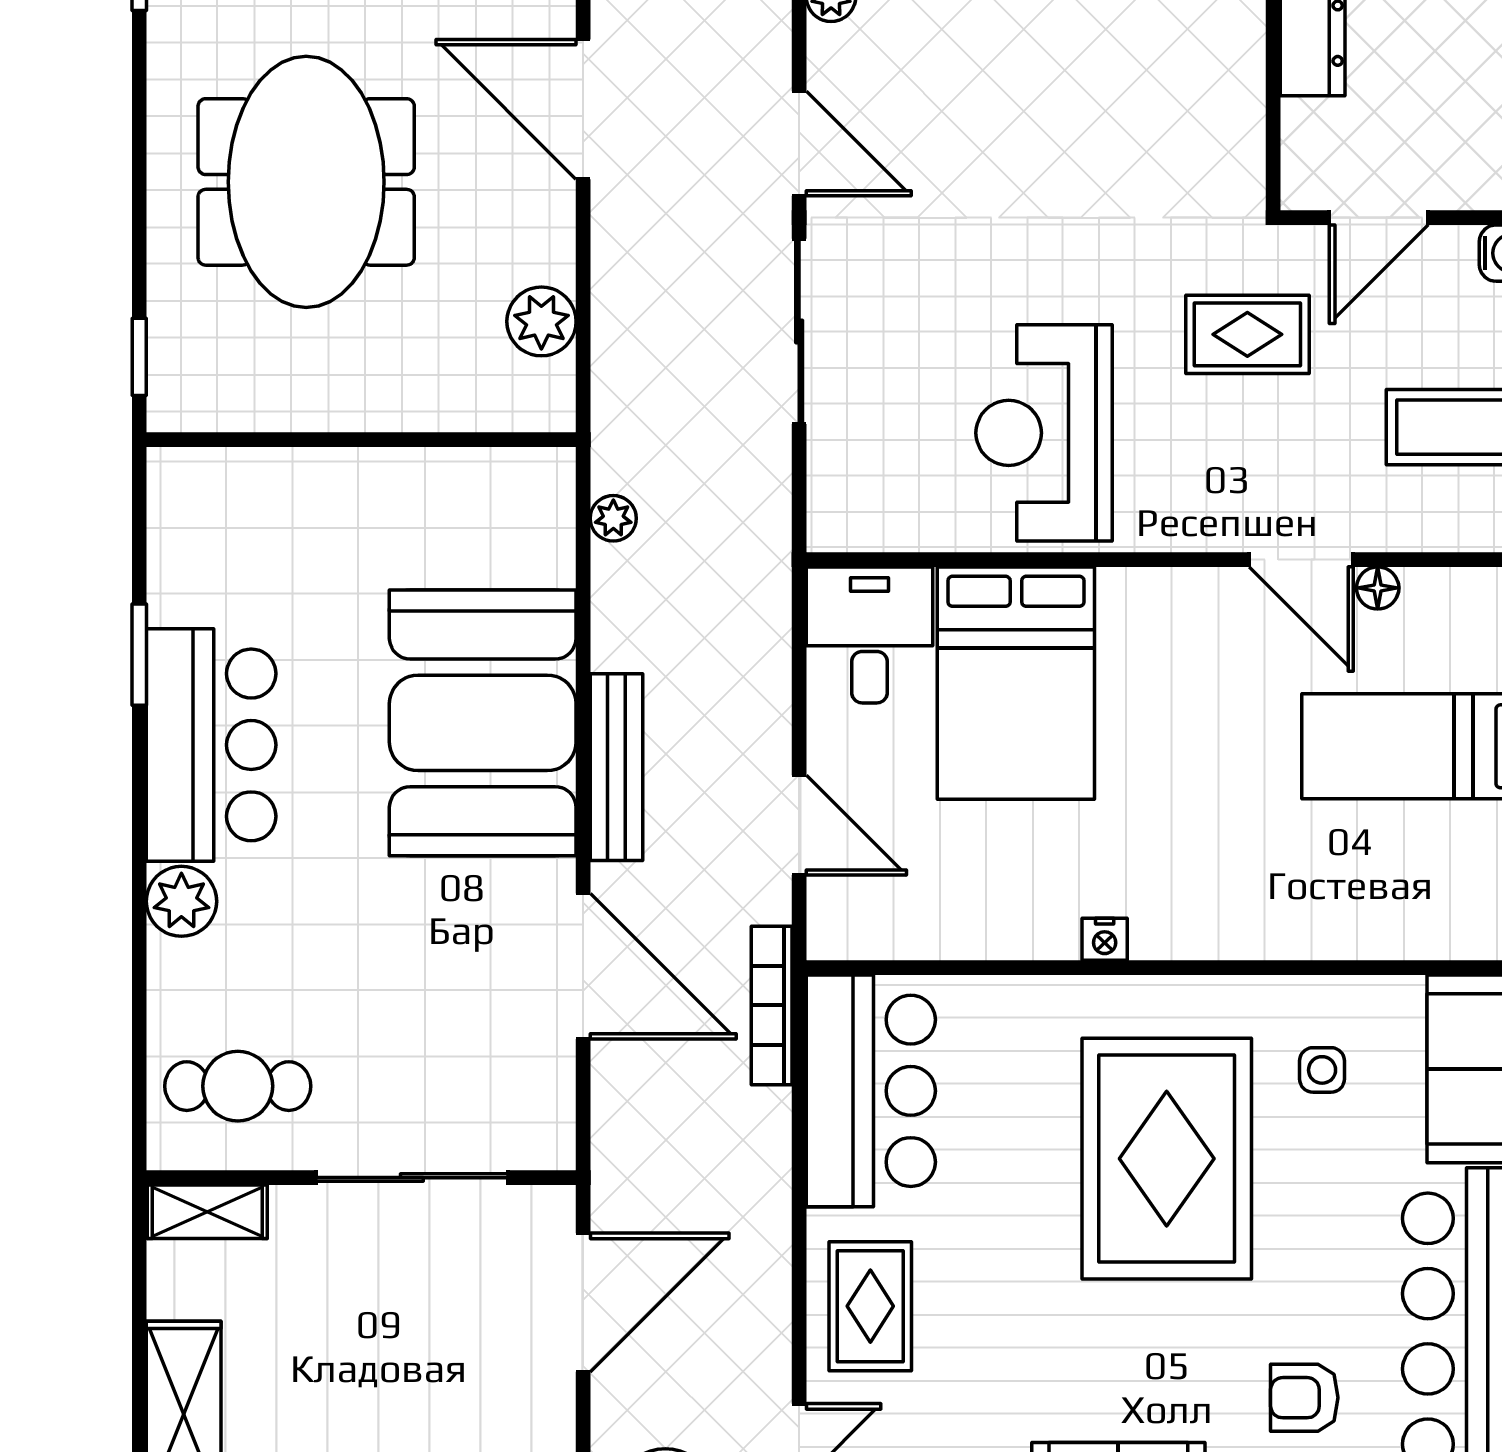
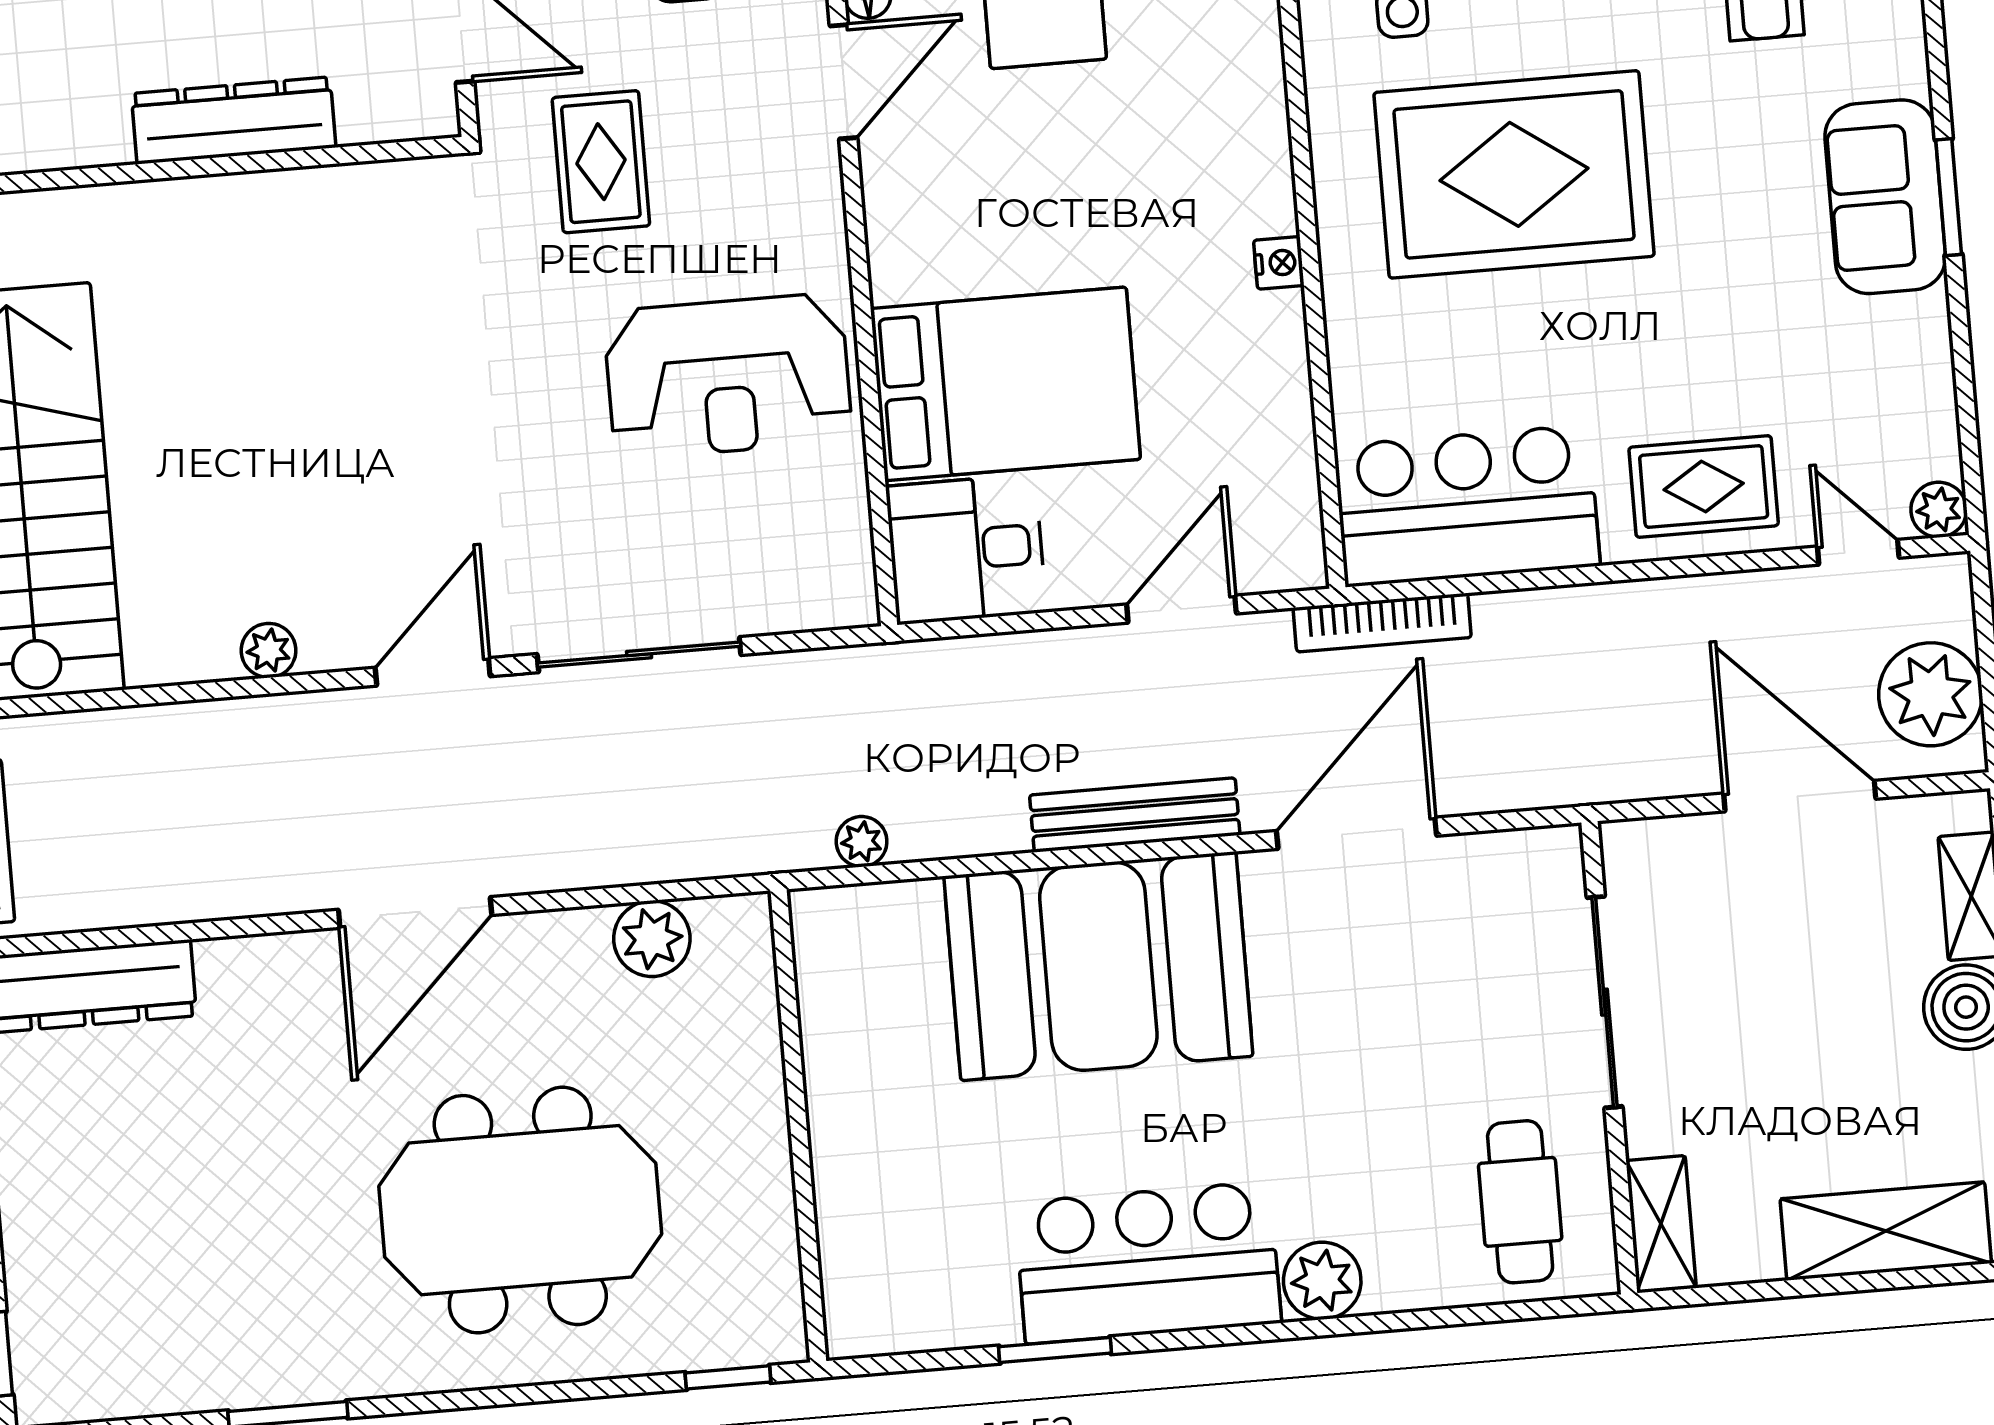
door: (583, 1303) -> (1800, 796), moved

